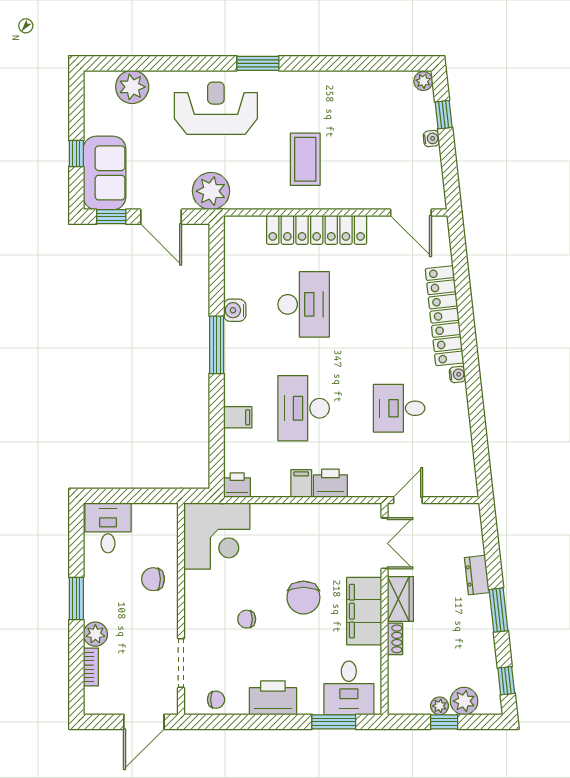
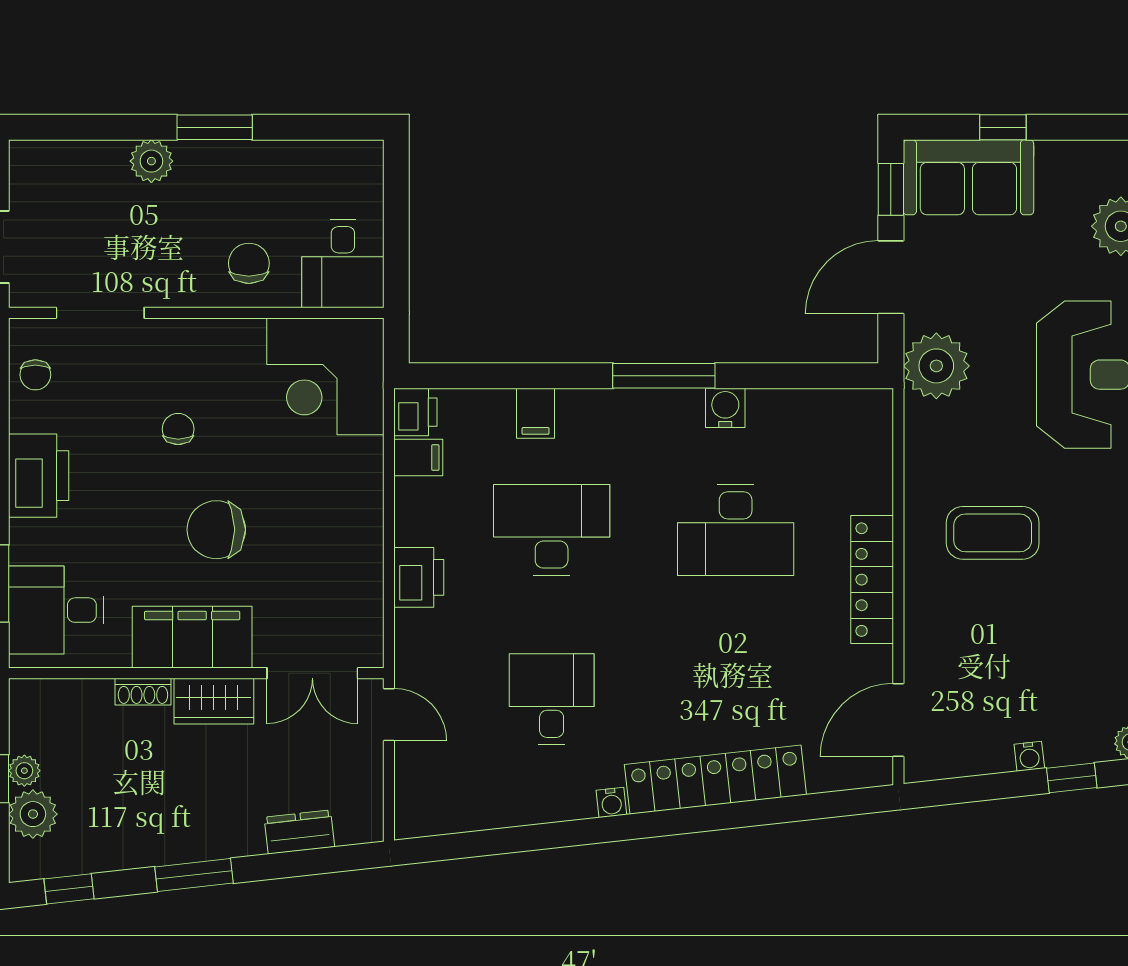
locker: (317, 230) -> (872, 580), width x0.71, depth x0.83
filing cabinet: (301, 483) -> (418, 458), moved
desk: (108, 528) -> (343, 264), moved, turned 90
dresser: (477, 575) -> (299, 832), moved
bookcase: (91, 667) -> (93, 153), removed

